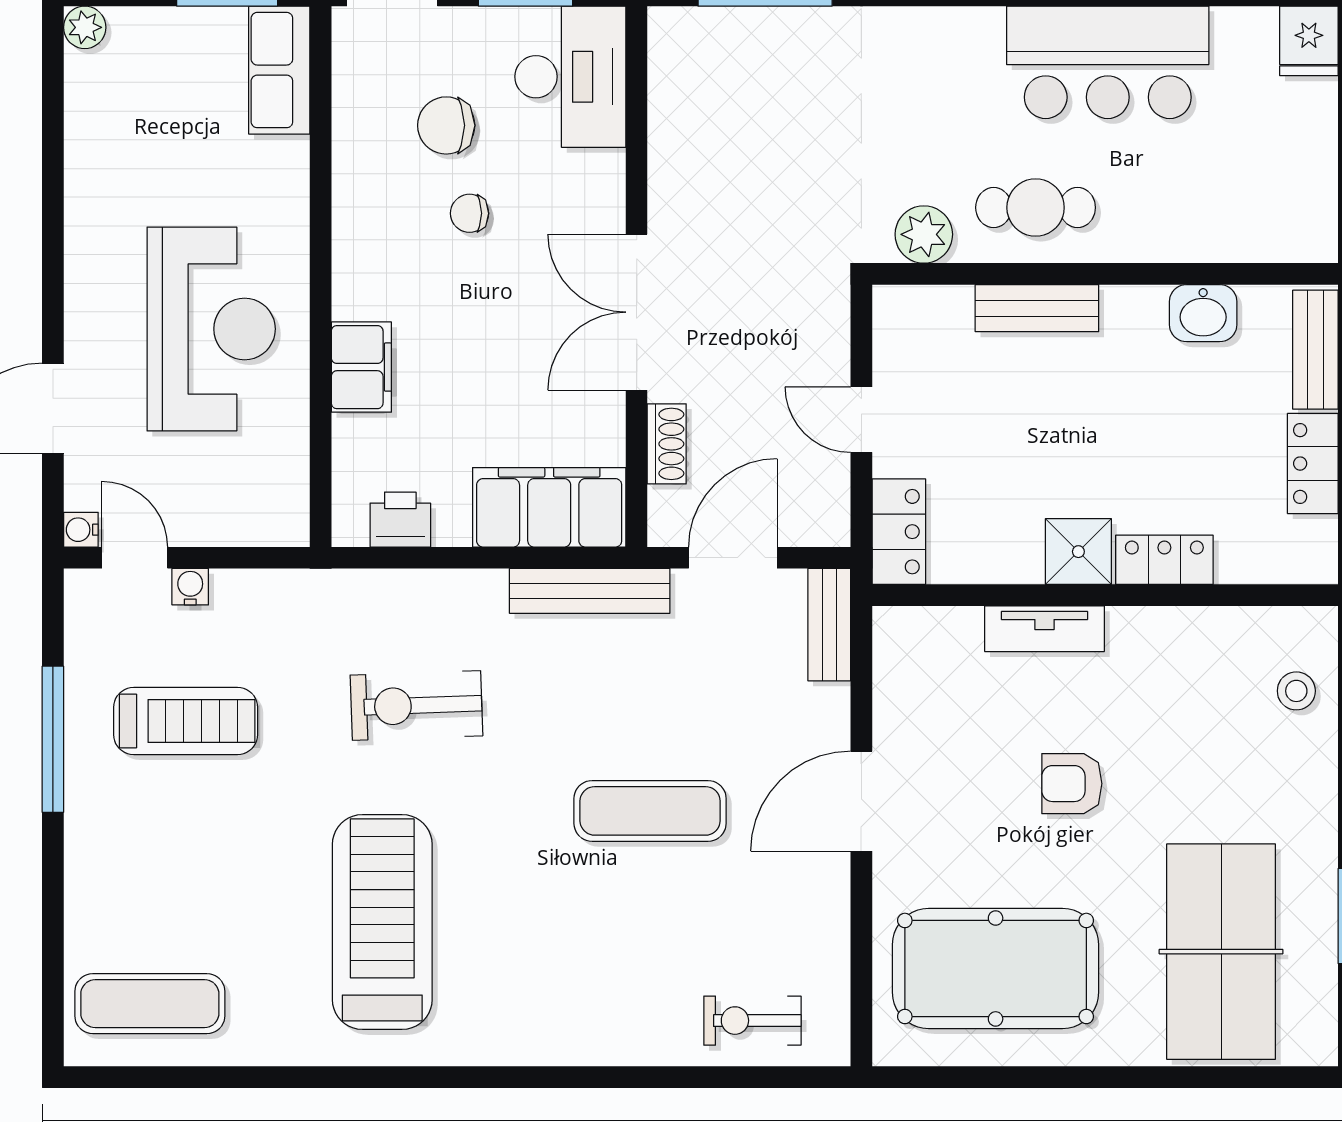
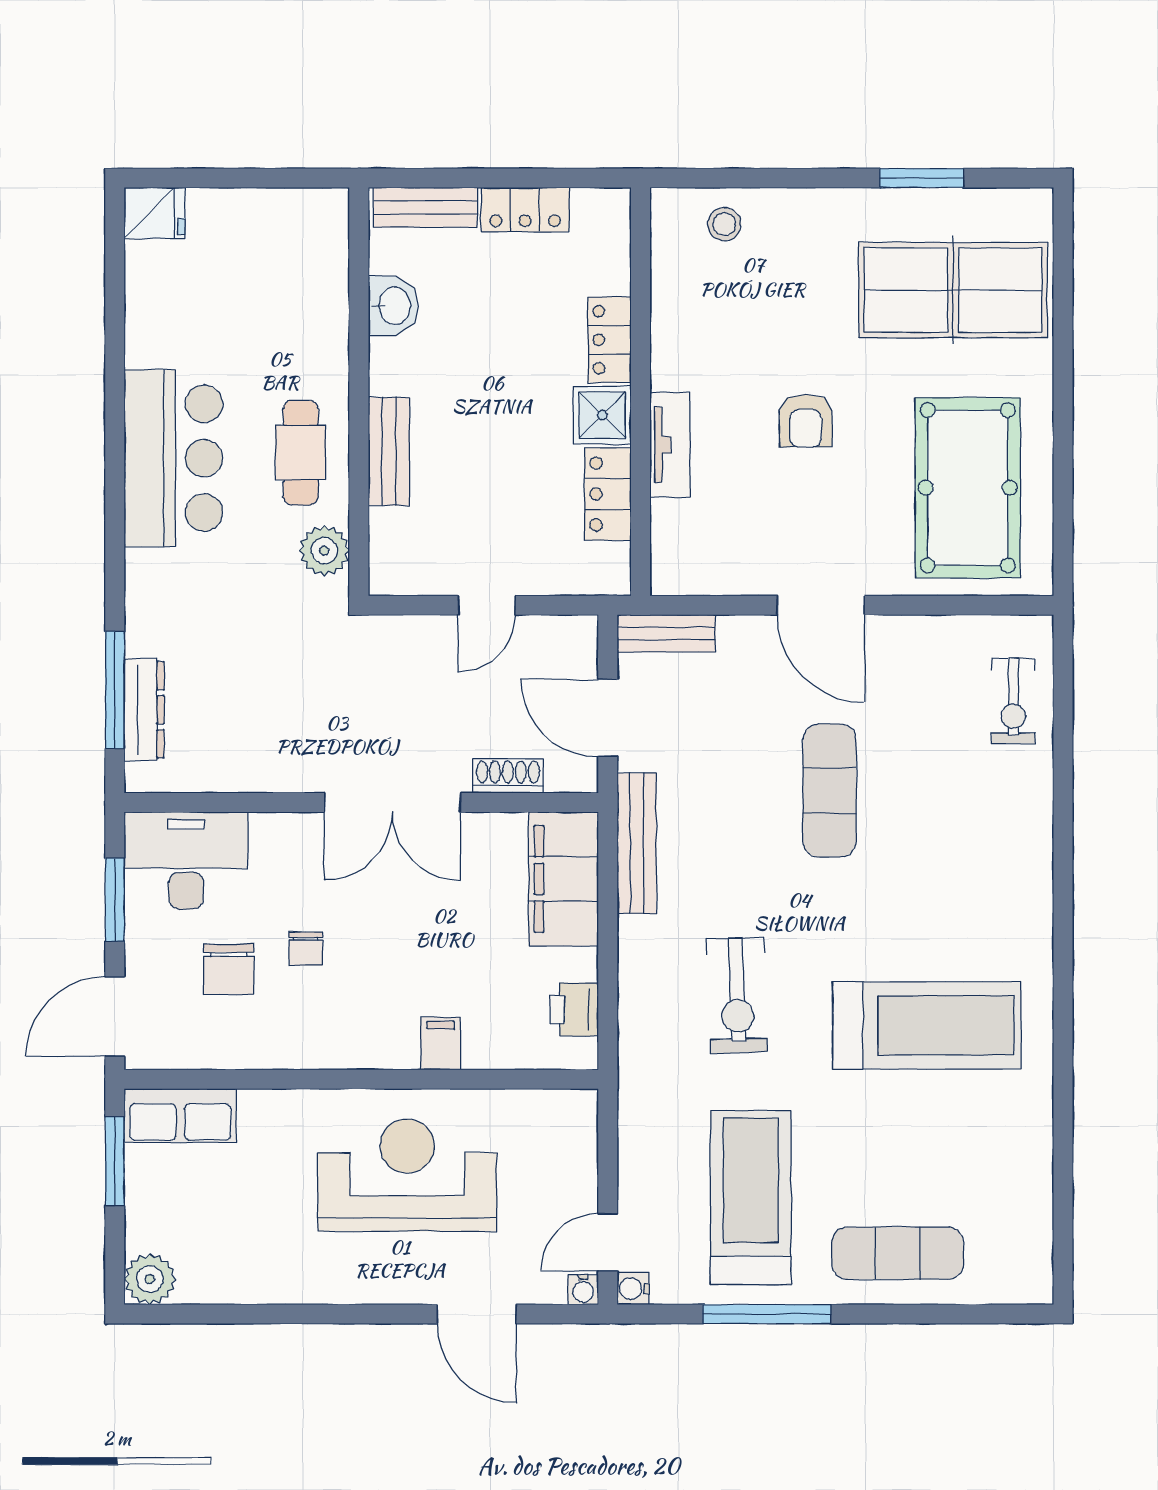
plant: (85, 27) -> (150, 1279), width x1.38, depth x1.38
dresser: (742, 29) -> (144, 710), added
bar counter: (1108, 62) -> (173, 458), moved
filing cabinet: (361, 367) -> (441, 1044), width x0.50
locker: (899, 532) -> (608, 494), moved, turned -90
water cooler: (190, 587) -> (633, 1289), moved
treadmill: (186, 721) -> (751, 1198), width x1.37, depth x1.37
treadmill: (382, 922) -> (927, 1025), turned 180
exercise mat: (150, 1004) -> (898, 1253), moved, turned 90

